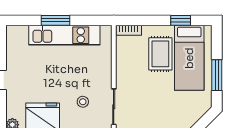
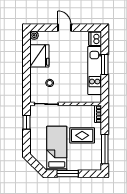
window: (181, 20) -> (105, 149), width x2.17
dishwasher: (18, 34) -> (95, 39), added
bed: (189, 58) -> (57, 148), moved, turned 90

